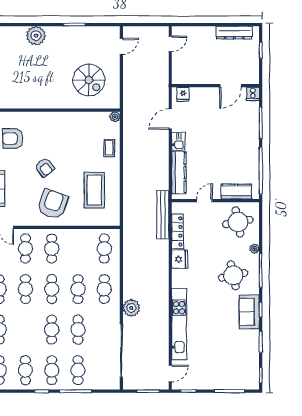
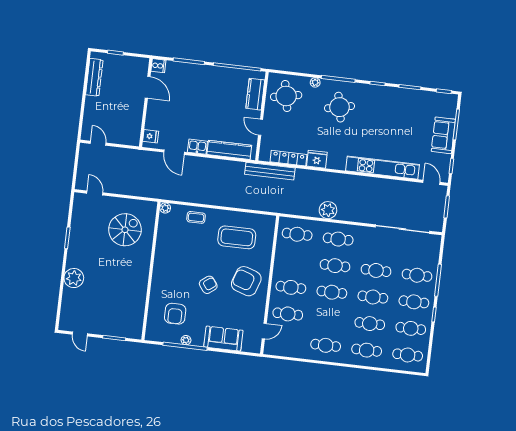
cafe table: (25, 289) -> (370, 324), moved
plant: (131, 308) -> (328, 210), moved
sofa: (249, 312) -> (443, 135), moved, turned 90

